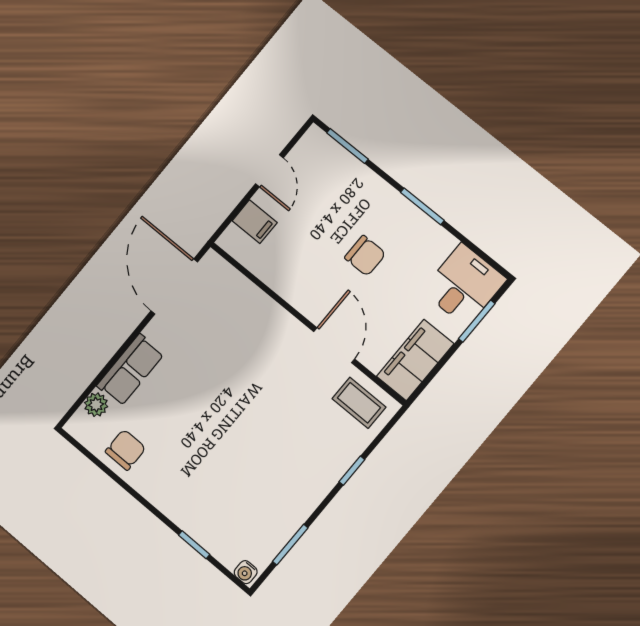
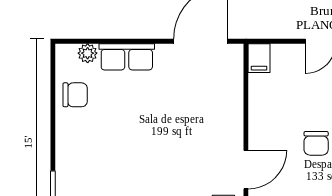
filing cabinet: (255, 222) -> (259, 58), moved

